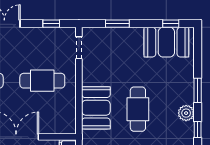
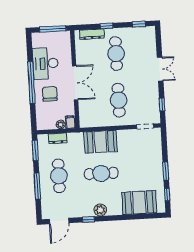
window: (117, 24) -> (166, 171), moved
booth: (166, 42) -> (139, 203), moved, turned 90
window: (198, 90) -> (118, 218), removed

